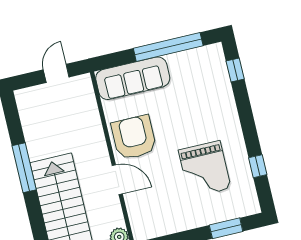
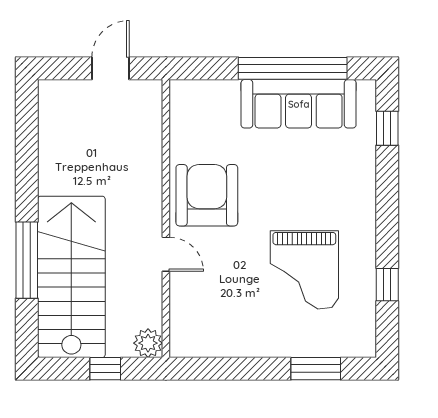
sofa: (133, 78) -> (299, 104), moved
window: (24, 168) -> (27, 260), moved
door: (117, 180) -> (166, 254), width x0.73

